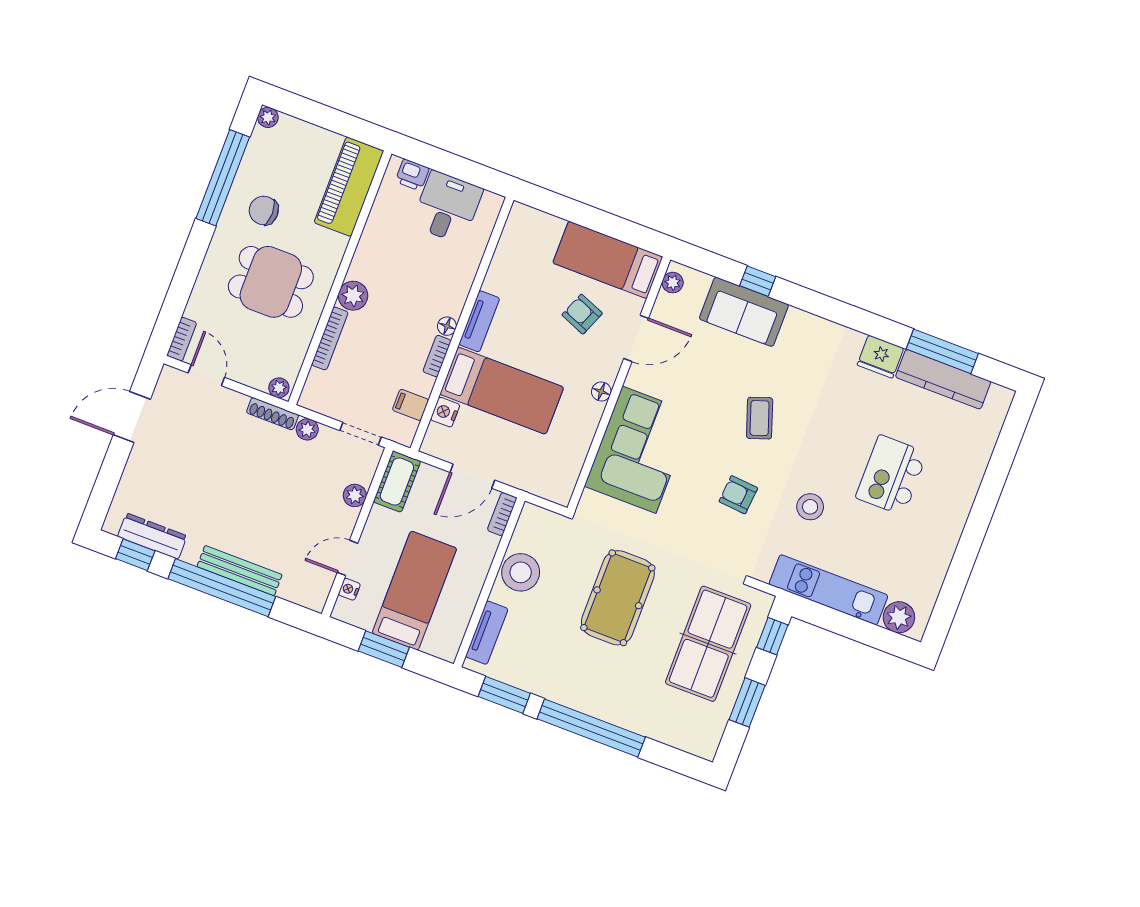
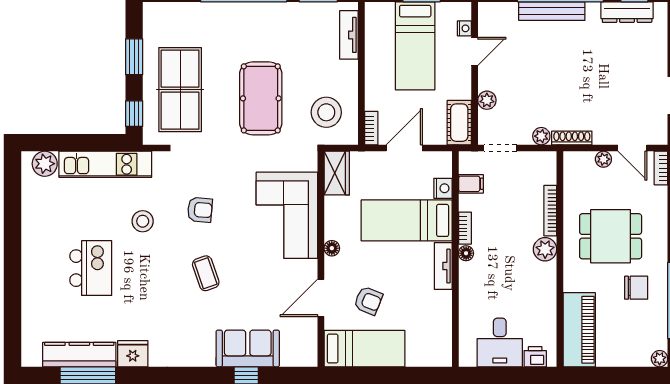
plant: (673, 283) -> (309, 350), removed
plant: (279, 388) -> (603, 159), moved
wardrobe: (562, 477) -> (337, 173), added
stool: (521, 572) -> (326, 112), moved

